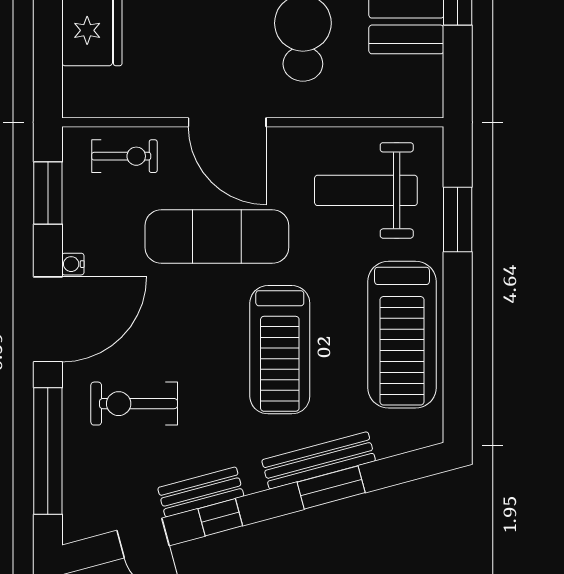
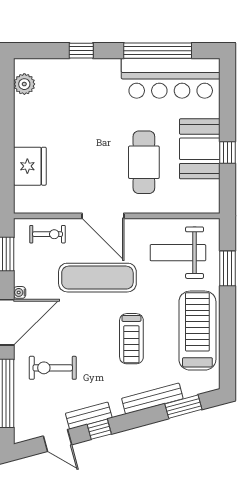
treadmill: (402, 335) -> (197, 331), turned 180
treadmill: (280, 350) -> (131, 339), width x0.73, depth x0.73
window: (331, 487) -> (183, 407), moved

